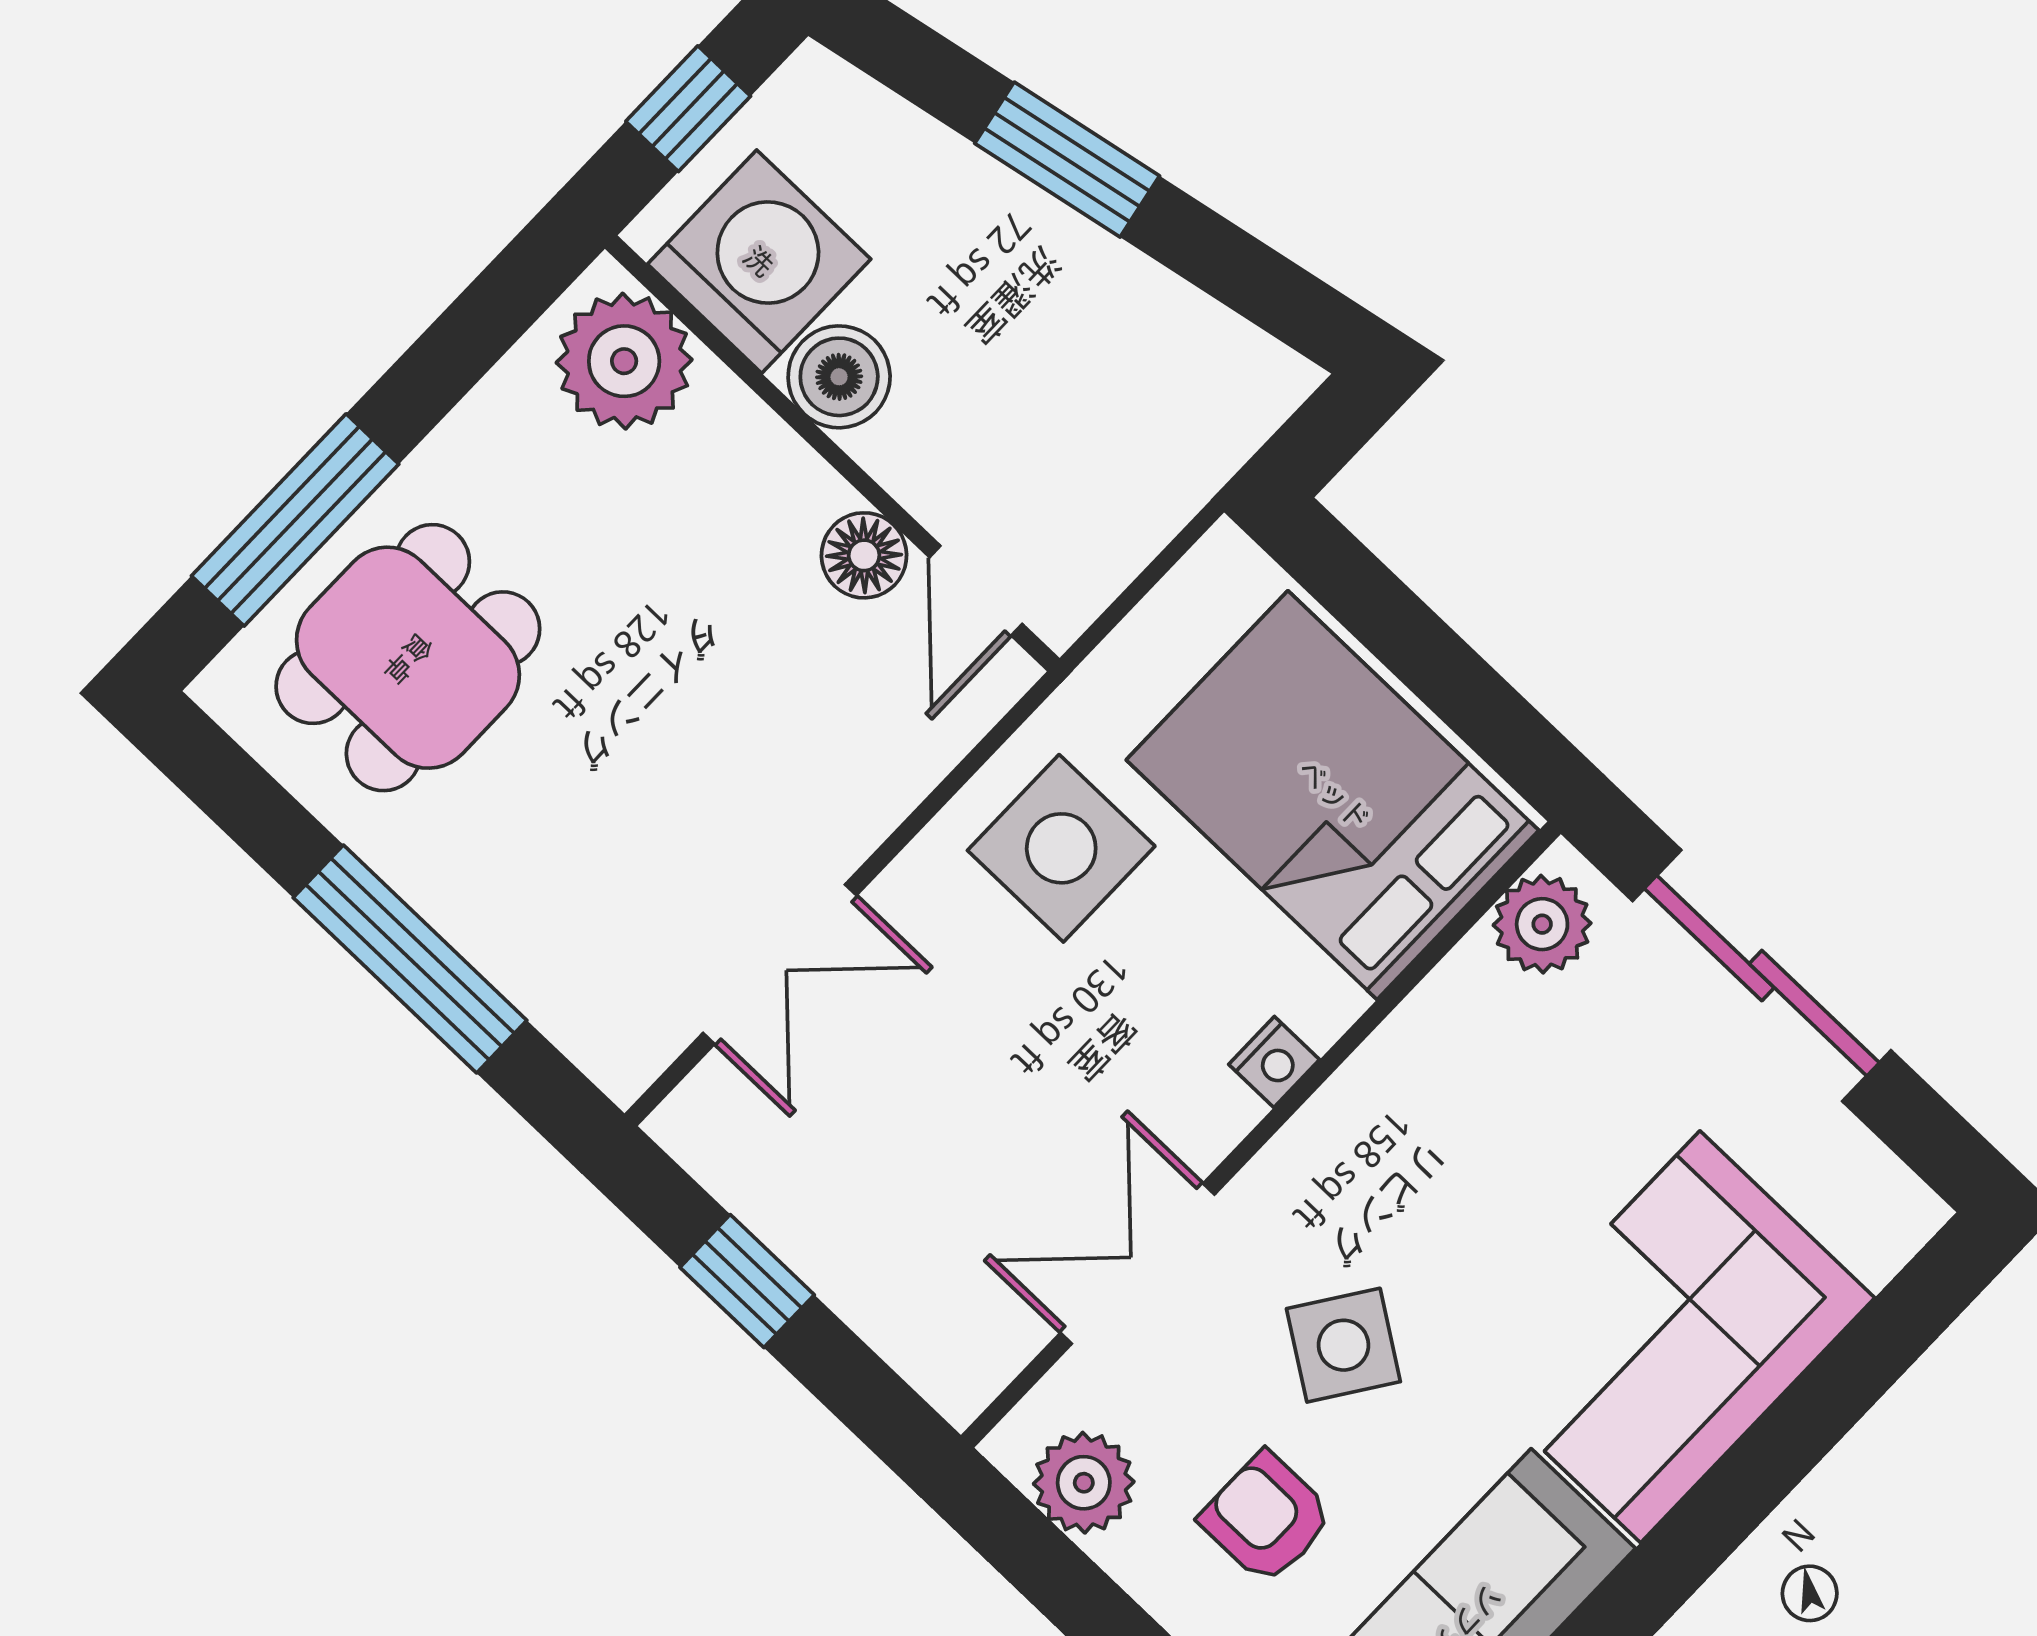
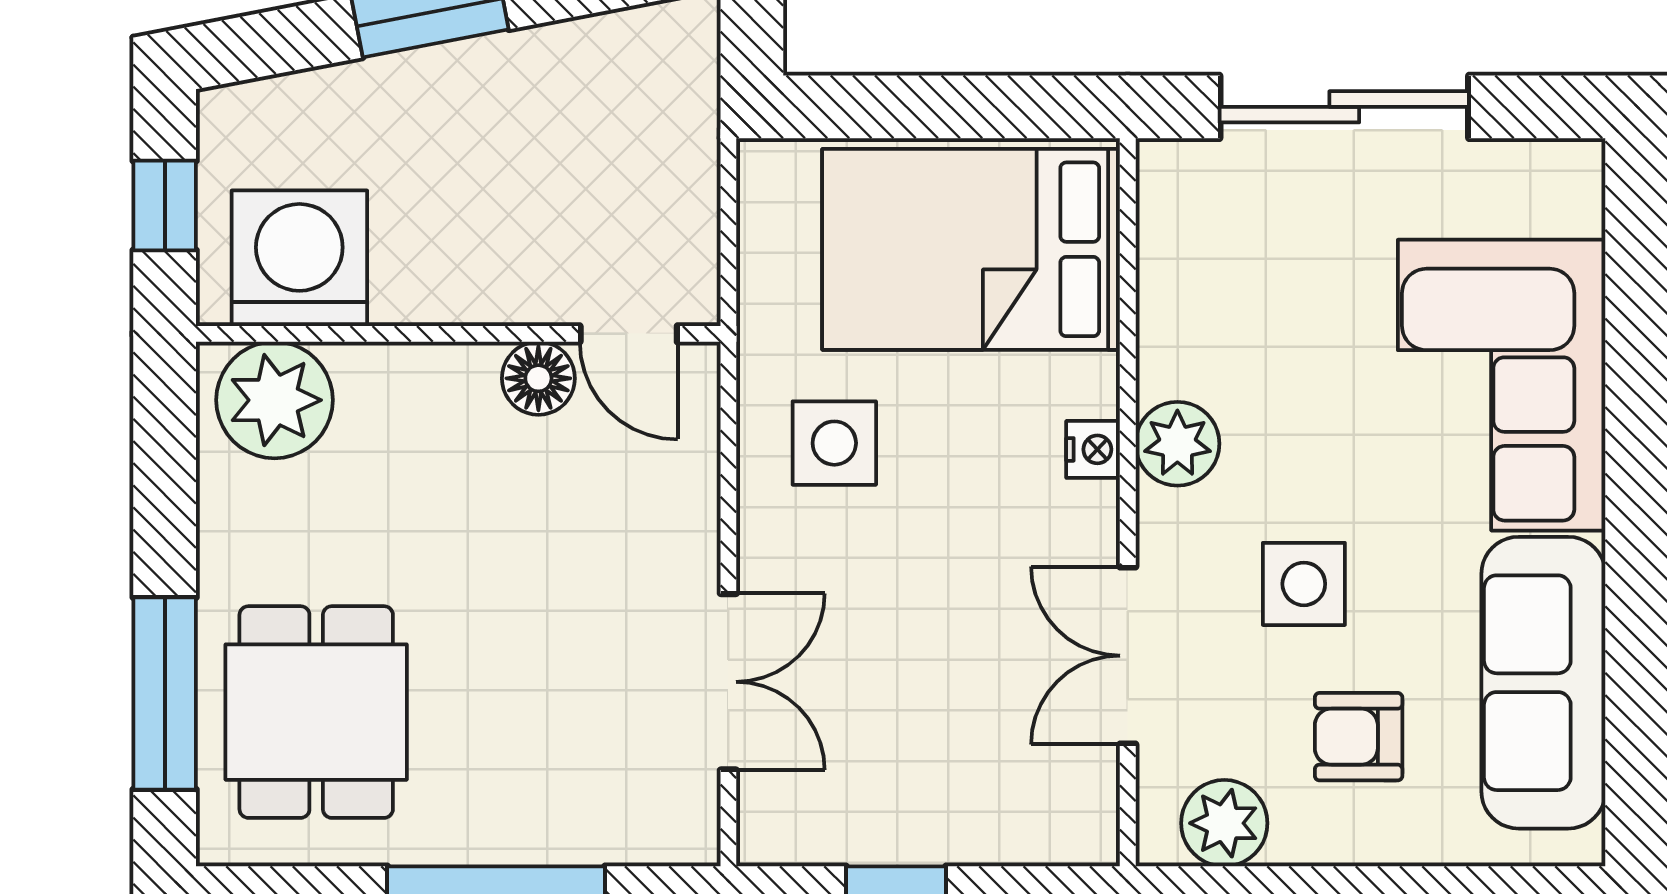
boiler: (839, 377) -> (417, 282), removed
side table: (1061, 848) -> (834, 443), width x0.73, depth x0.73
plant: (1542, 924) -> (1177, 444), moved
side table: (1343, 1345) -> (1304, 584), turned -34

